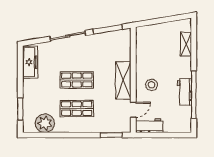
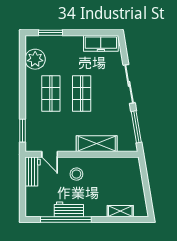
shelving: (123, 80) -> (97, 144), moved

